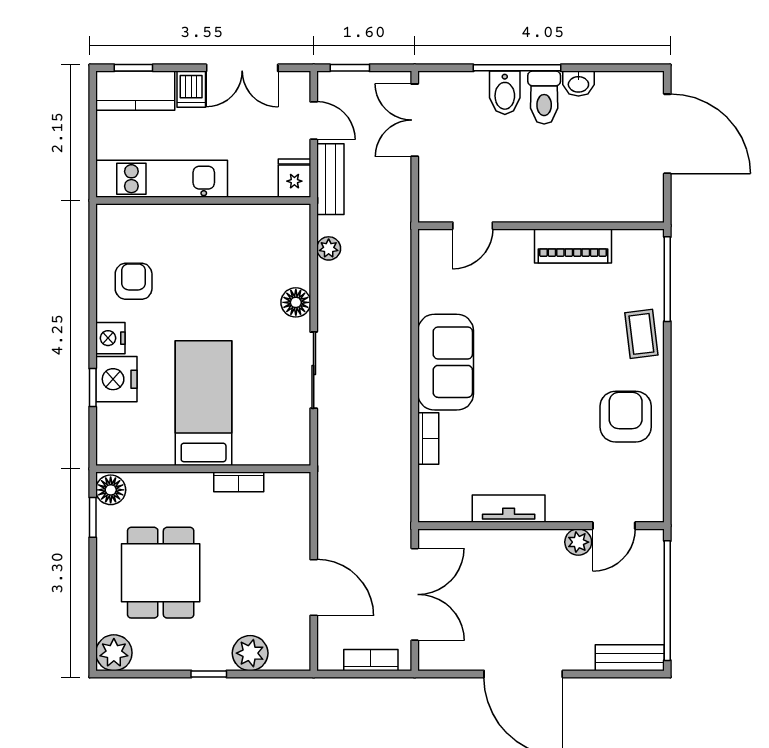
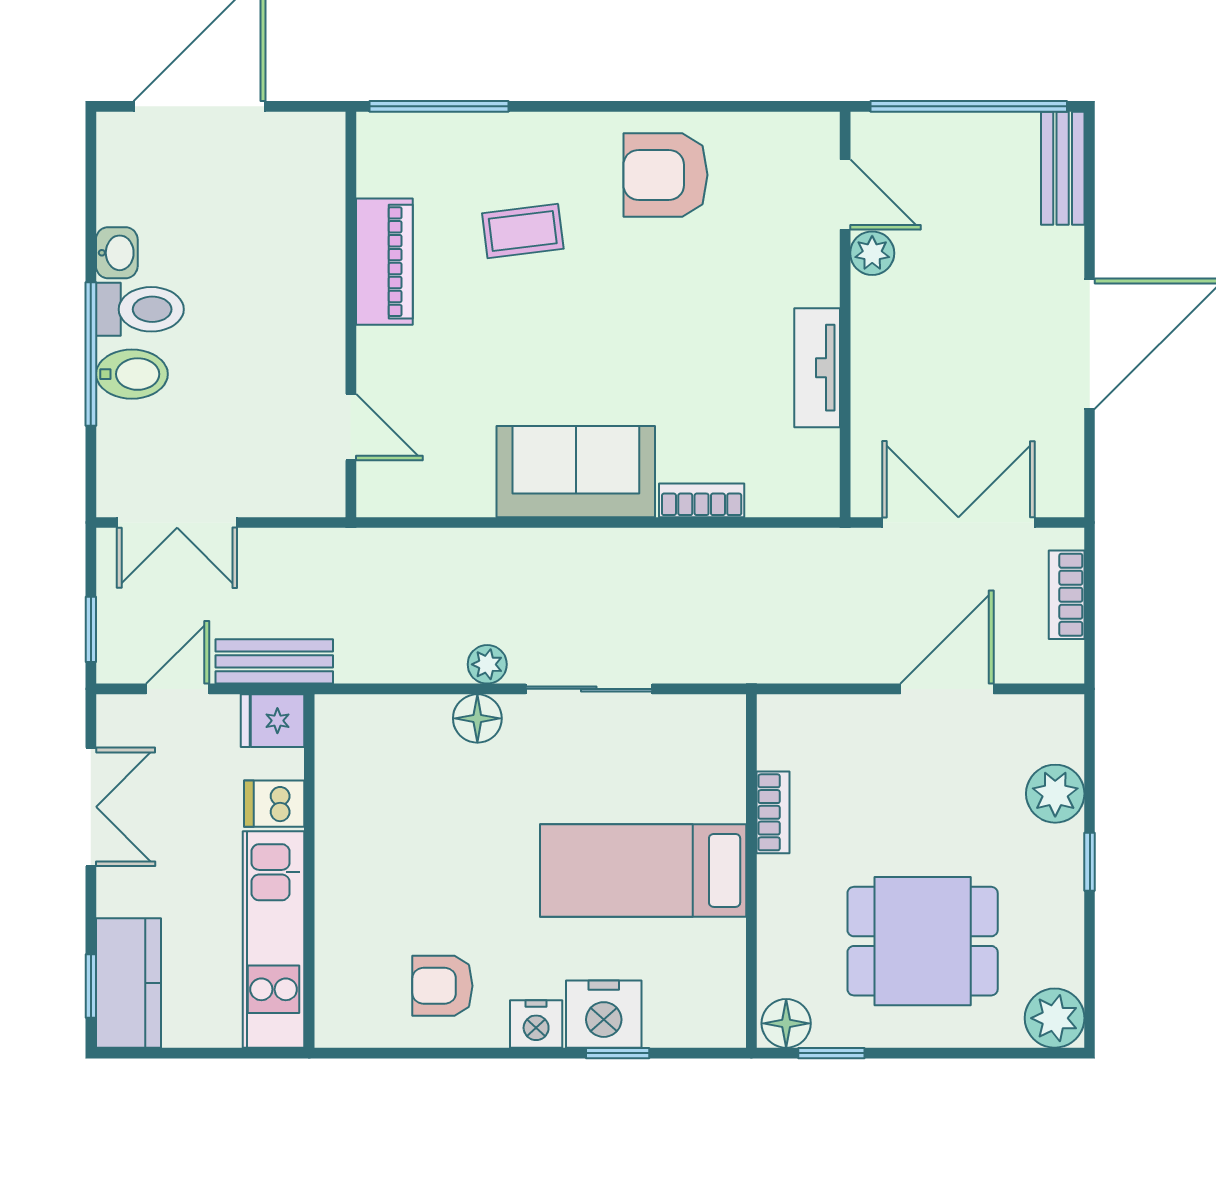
dishwasher: (191, 89) -> (274, 804), moved, turned 180
plant: (329, 248) -> (487, 664), moved
coffee table: (641, 334) -> (523, 231), moved

